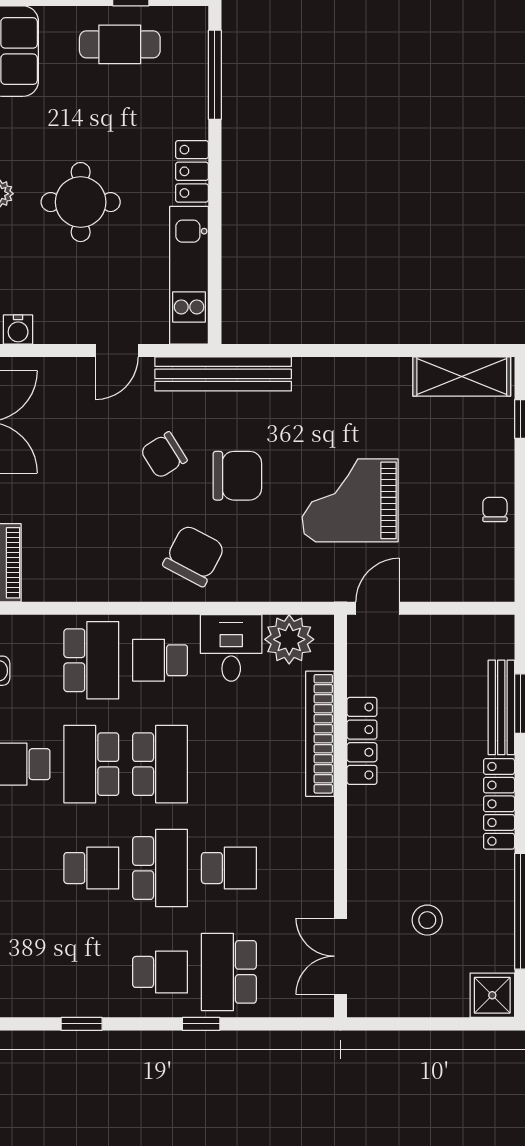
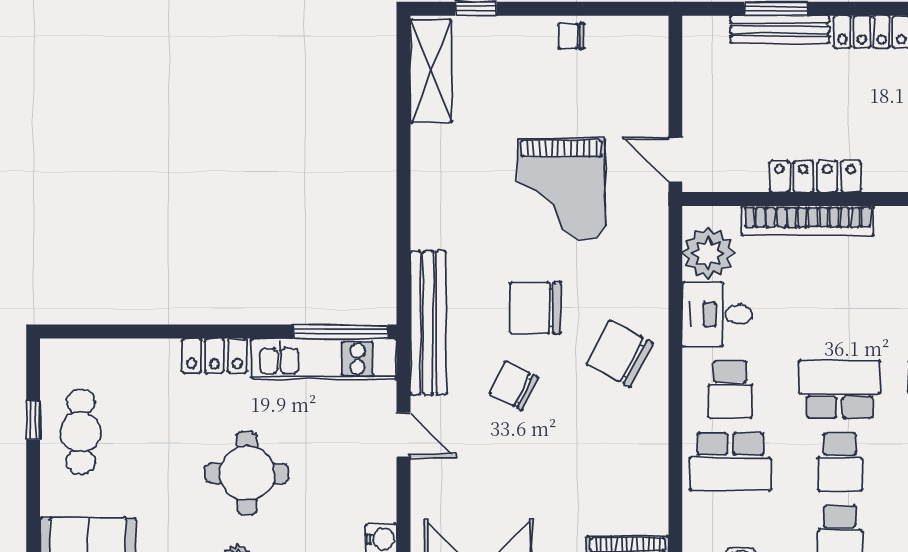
window: (215, 75) -> (341, 332), moved
chair: (164, 455) -> (514, 385), turned 148
chair: (237, 476) -> (536, 308), turned -90
school desk: (91, 660) -> (730, 462), turned 180
school desk: (91, 764) -> (840, 462), width x0.54

